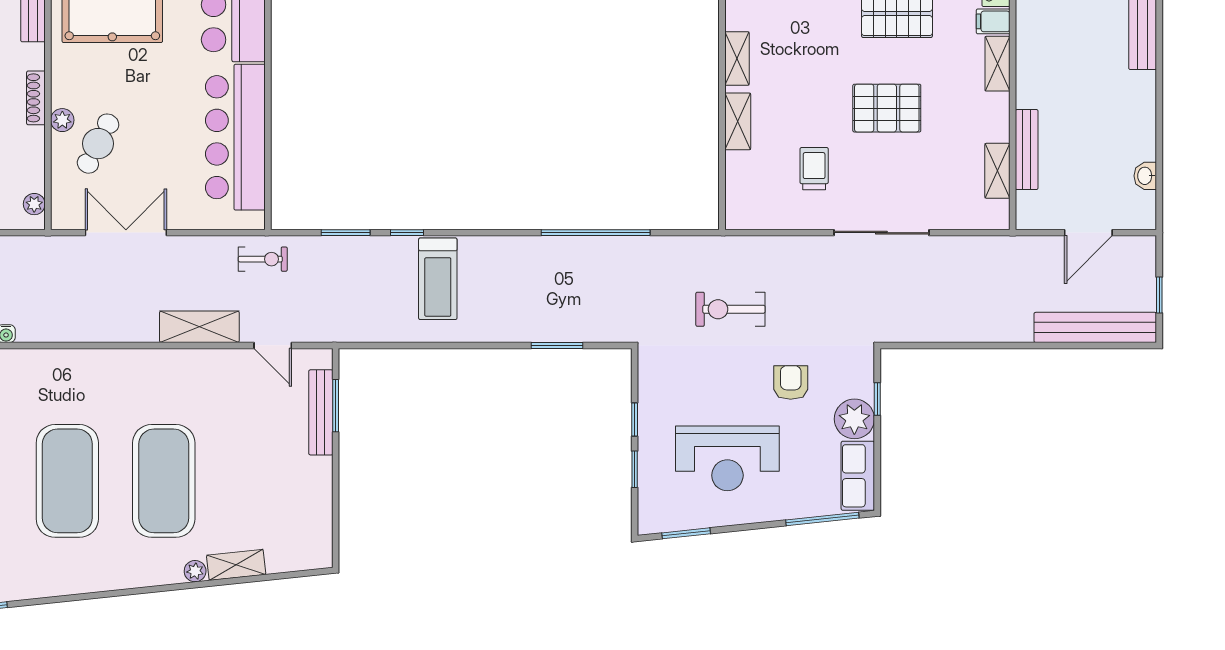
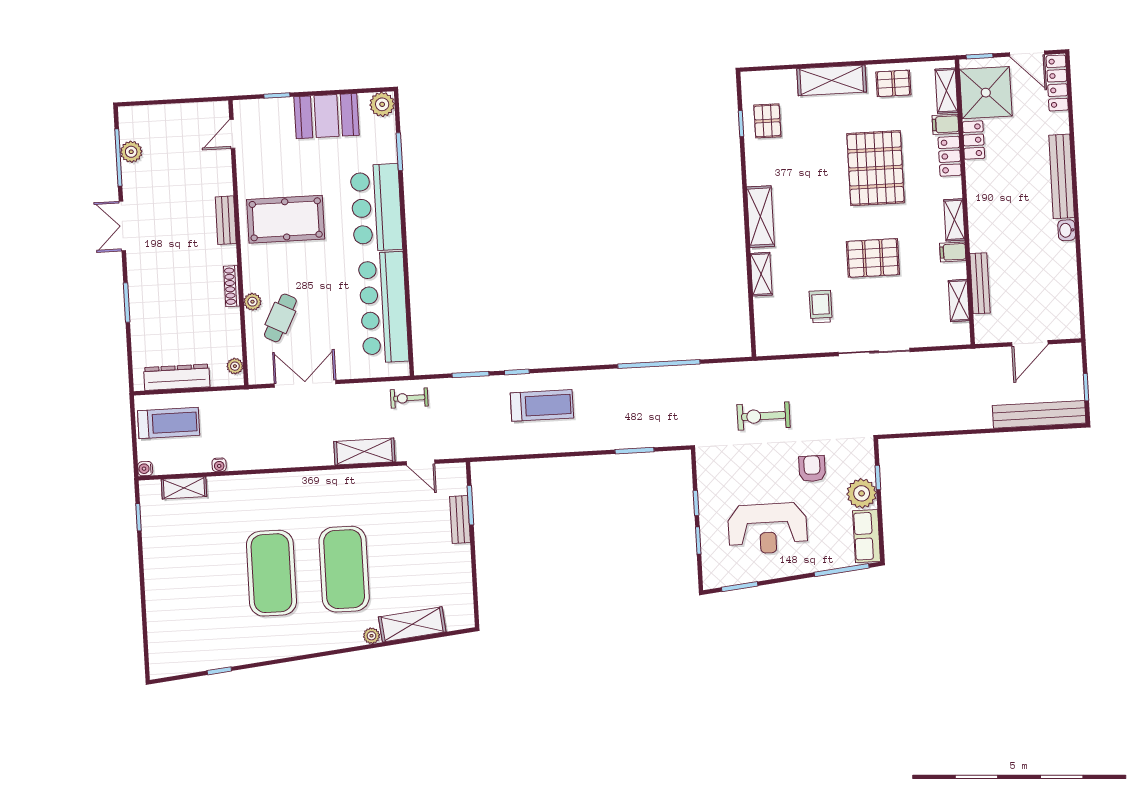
filing cabinet: (993, 21) -> (953, 252), moved
shelving: (737, 58) -> (760, 217), width x1.50, depth x1.33
washbasin: (1145, 176) -> (1067, 230), moved
exercise bike: (263, 259) -> (409, 398), turned 180
treadmill: (438, 279) -> (542, 405), turned -90
bench: (321, 412) -> (460, 519), width x0.73
shelving: (236, 565) -> (412, 624), width x1.50, depth x1.33

